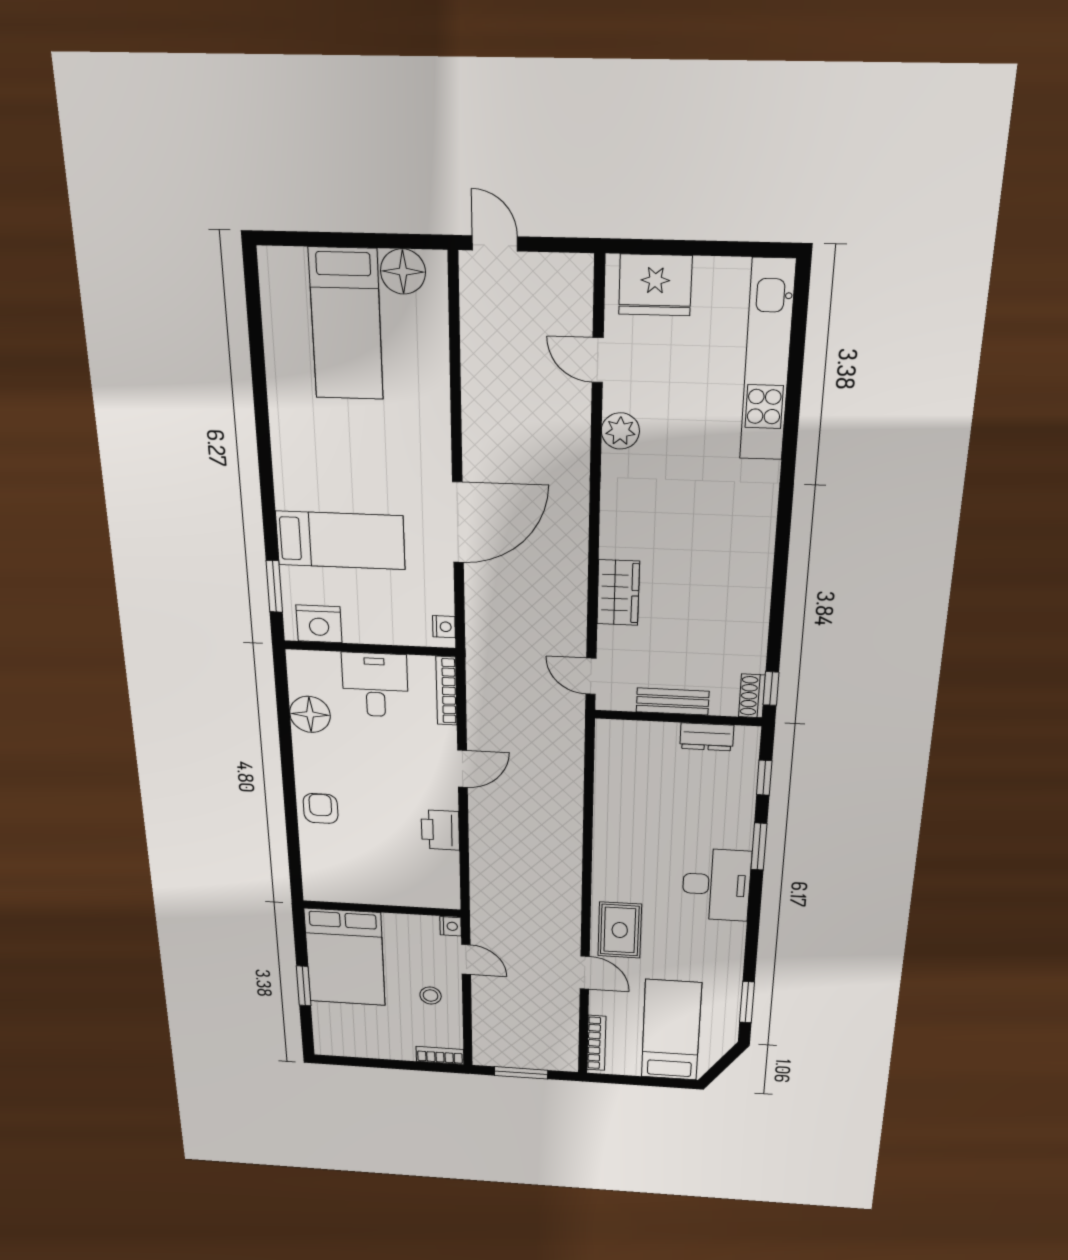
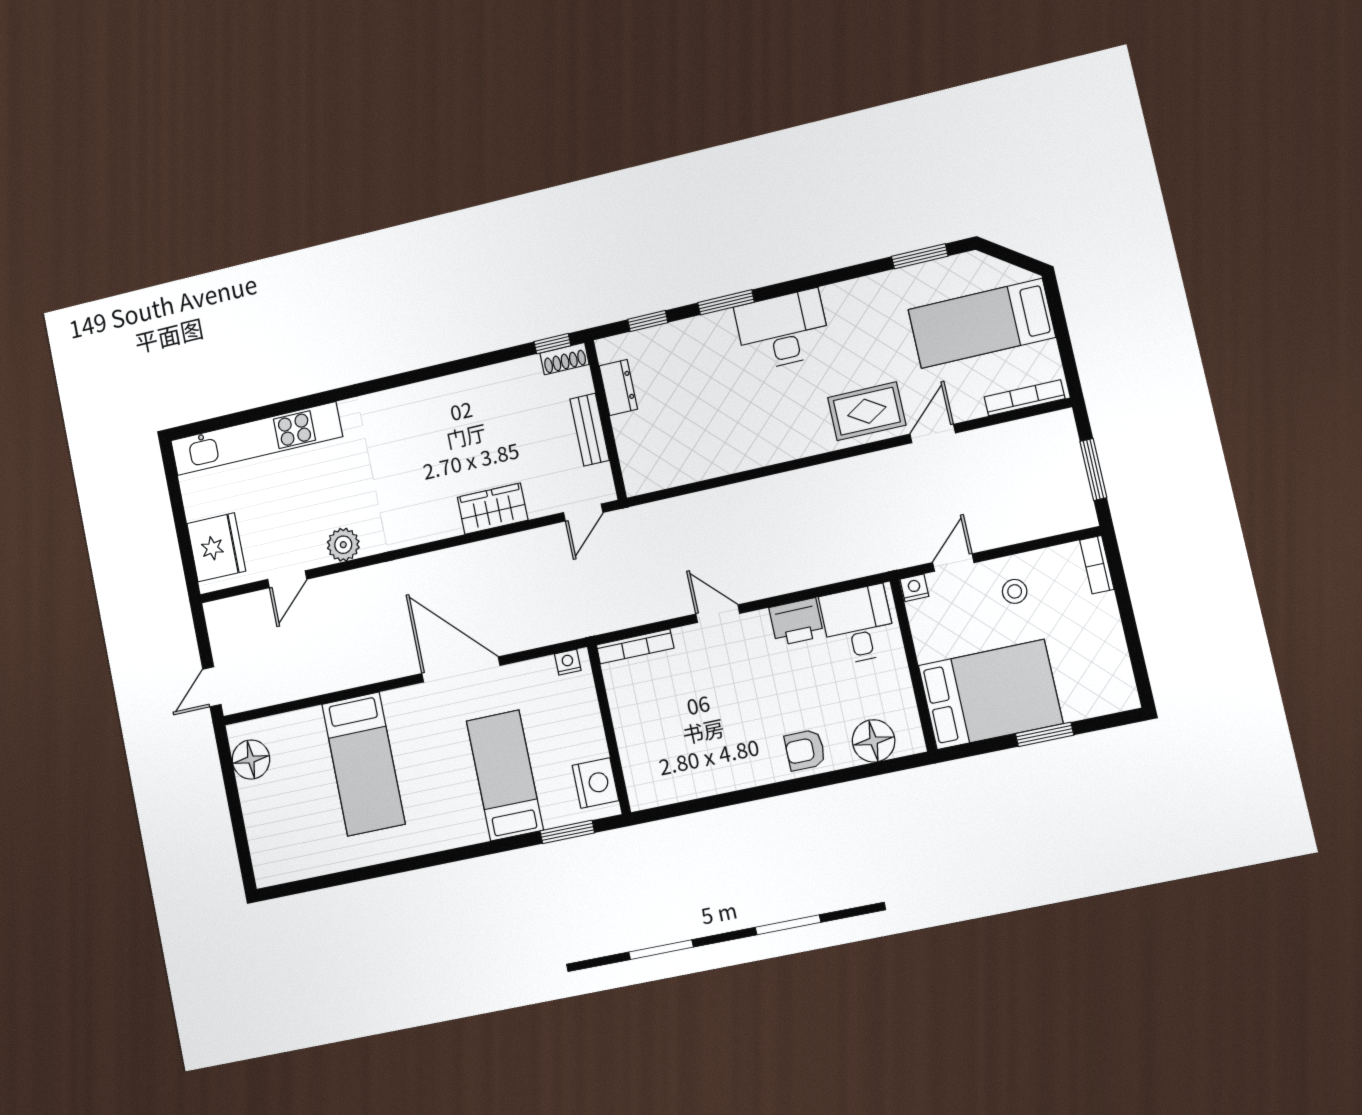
bed: (346, 324) -> (363, 764), moved, turned 90
desk: (375, 685) -> (858, 625), moved, turned 90
floor lamp: (310, 714) -> (874, 741), moved

